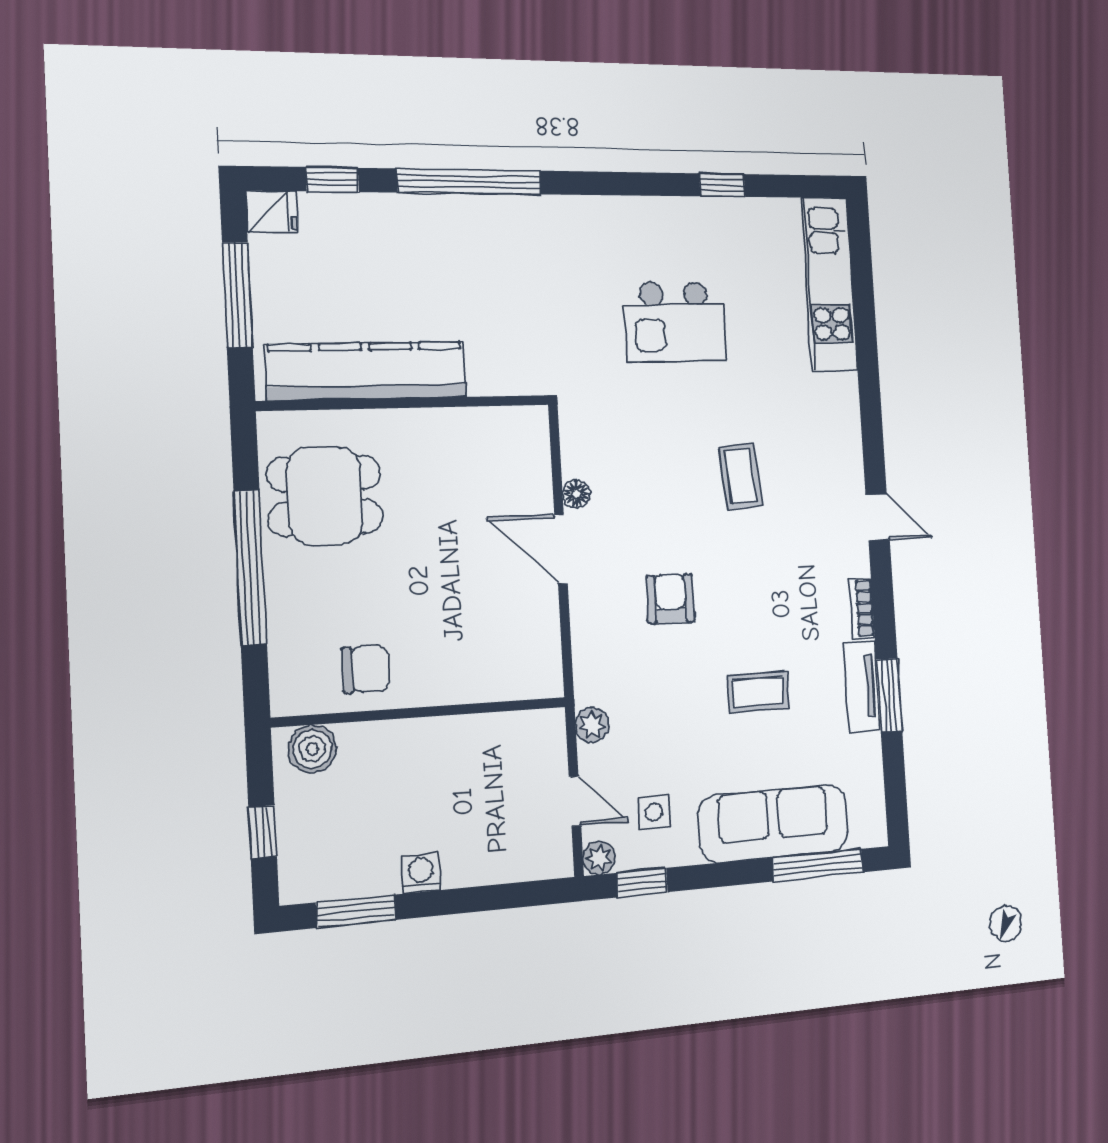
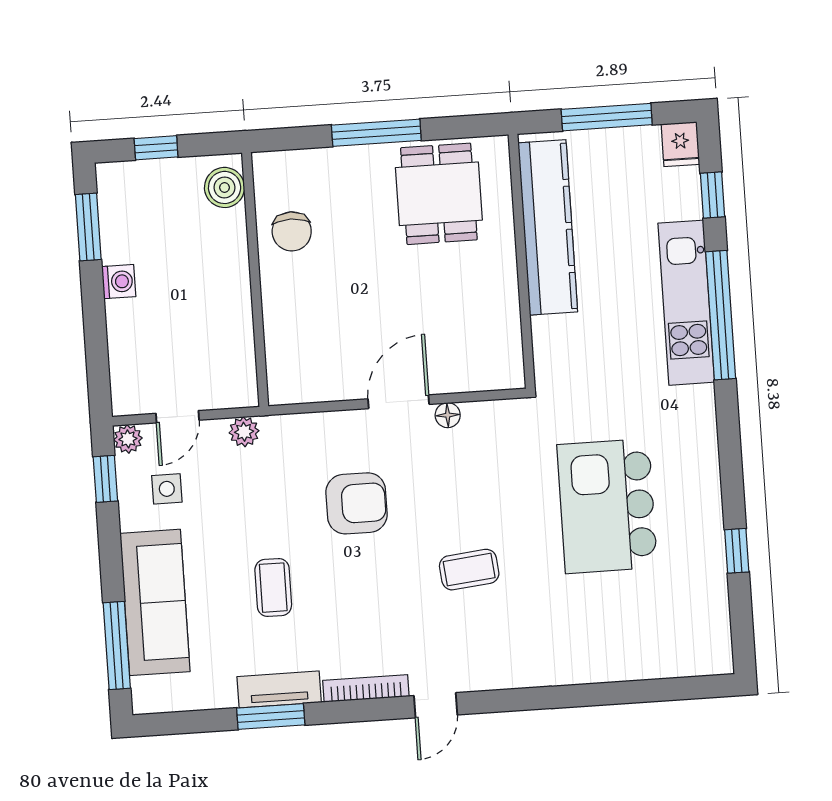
kitchen unit: (829, 284) -> (686, 303), moved, turned -90
kitchen island: (675, 322) -> (607, 506), width x1.37, depth x1.28
window: (250, 567) -> (376, 133), width x0.68
armchair: (670, 599) -> (356, 503), width x1.38, depth x1.38
bookcase: (862, 608) -> (366, 688), width x1.56

